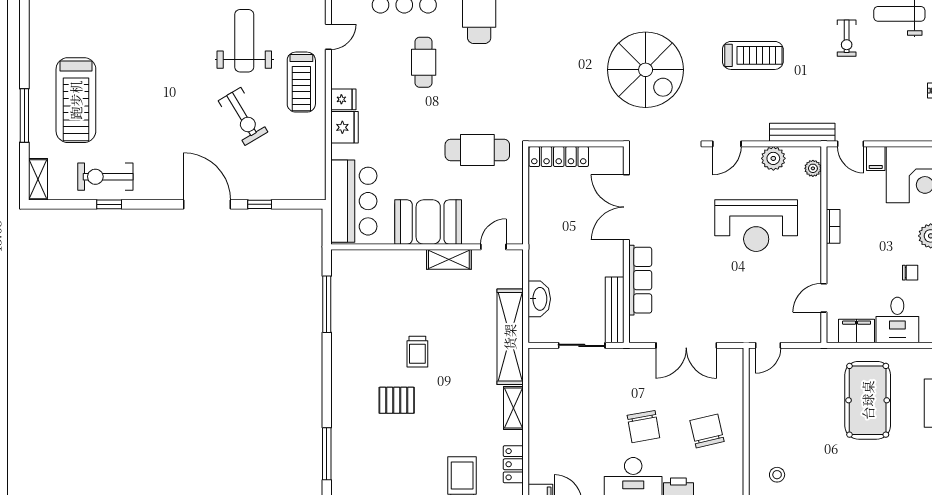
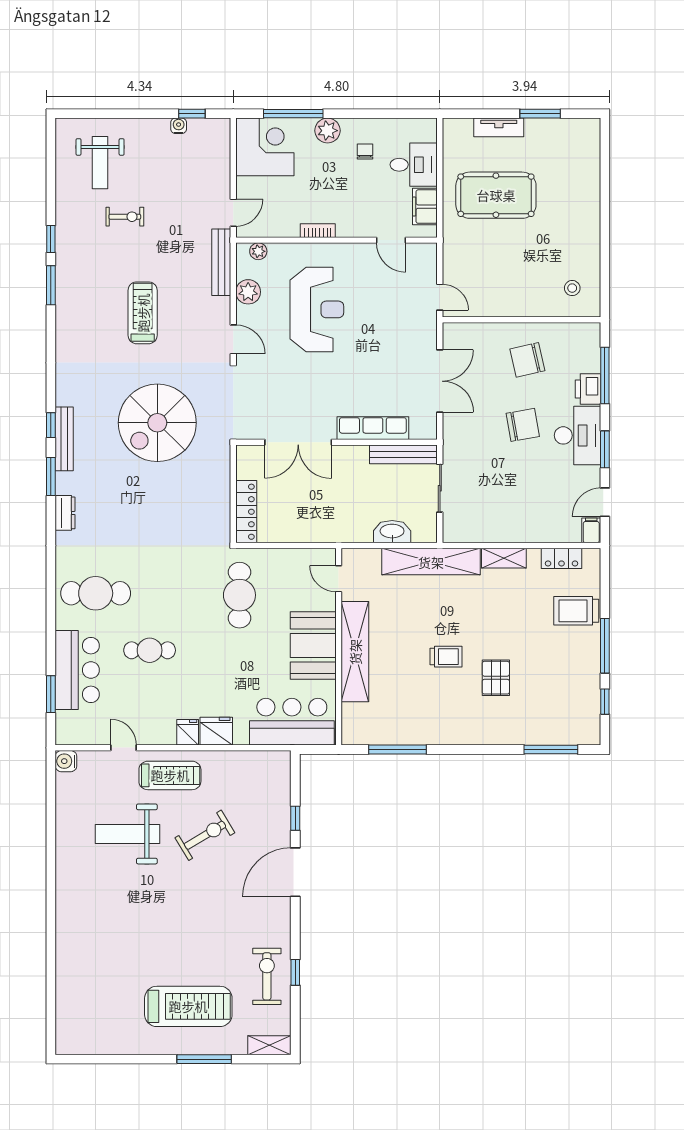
spiral stairs: (646, 70) -> (157, 423), turned 180
filing cabinet: (876, 159) -> (248, 187), removed
exercise bike: (105, 177) -> (267, 976), turned 180
shelving: (449, 259) -> (355, 652), width x2.20, depth x1.33

